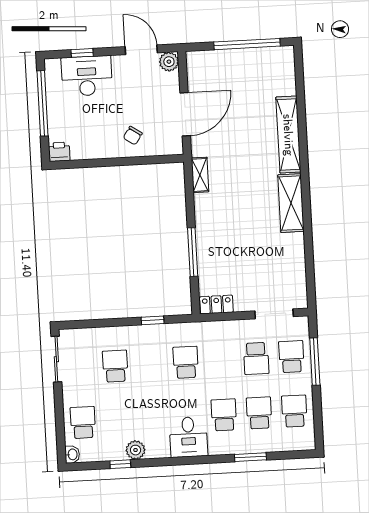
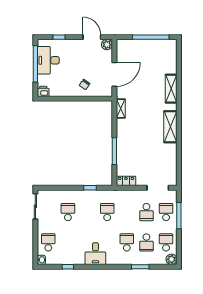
desk: (87, 76) -> (48, 60), moved, turned -90
shelving: (288, 135) -> (171, 89), width x0.68
school desk: (259, 413) -> (146, 242), turned 180
desk: (188, 437) -> (95, 254), moved
plant: (136, 450) -> (171, 259), moved

